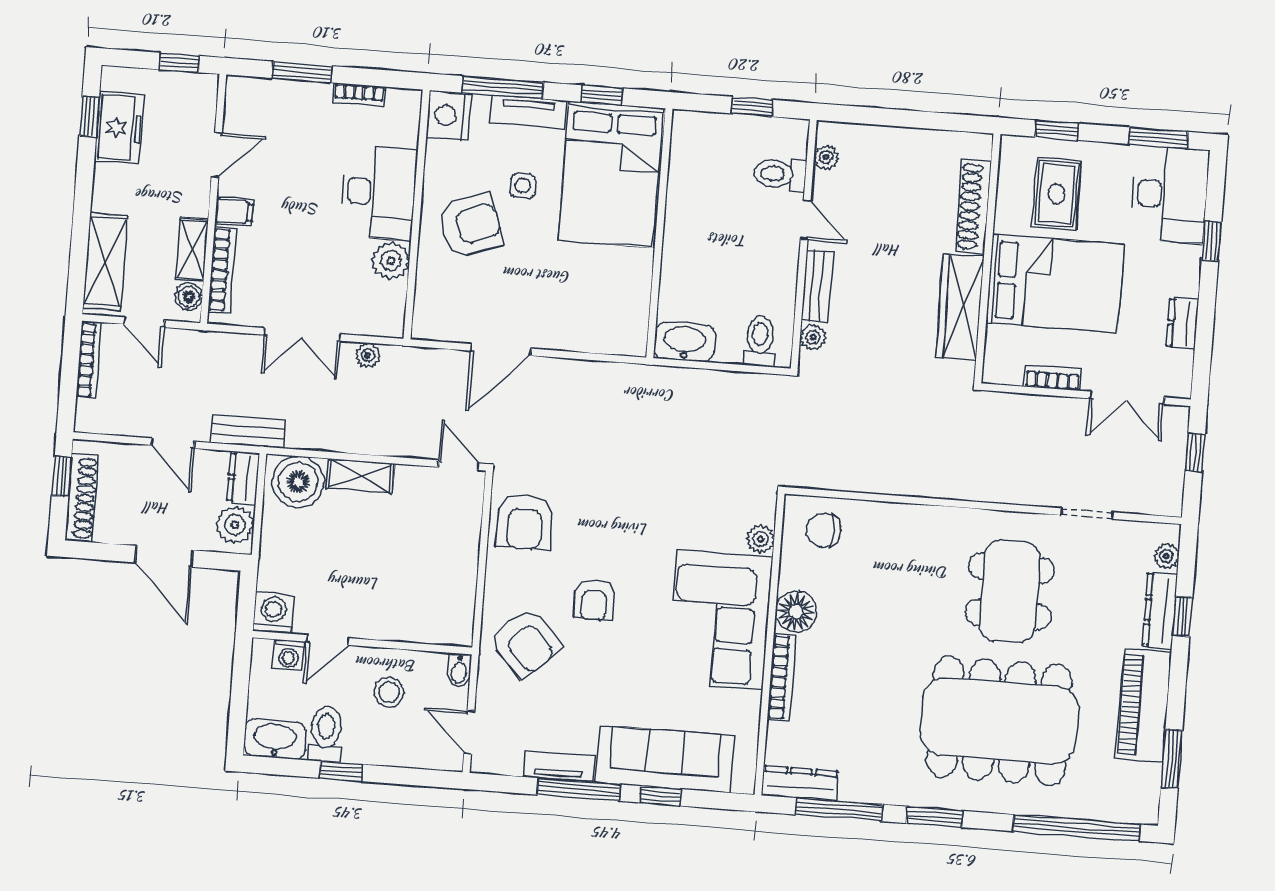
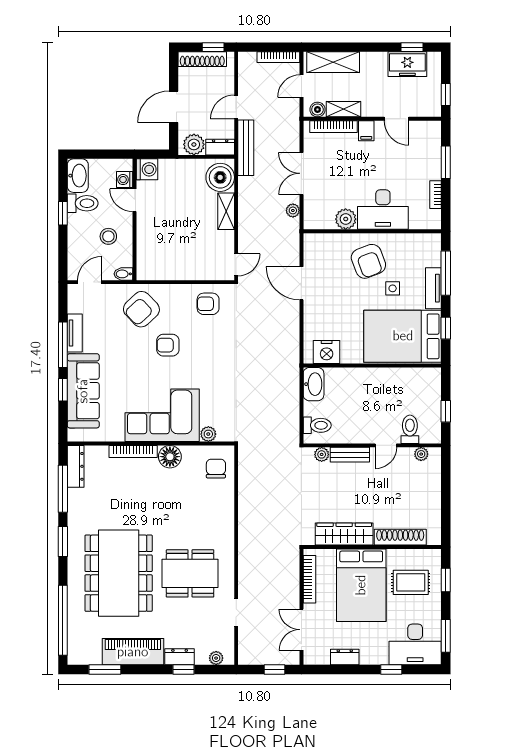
nightstand: (449, 115) -> (327, 352), moved, turned 180
bookcase: (1053, 378) -> (309, 579), width x1.56
bench: (248, 431) -> (246, 148), width x1.36
armchair: (525, 521) -> (208, 304), width x0.72, depth x0.72
dresser: (1160, 610) -> (180, 657), width x0.70

